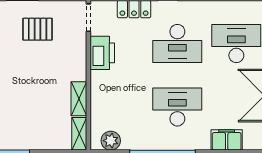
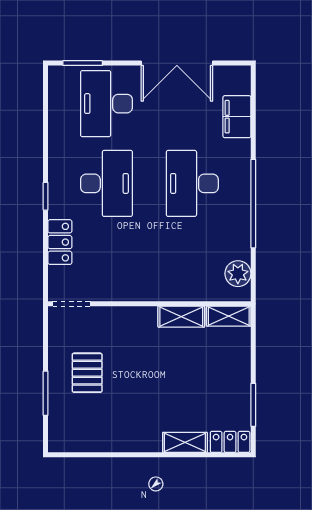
printer: (102, 53) -> (119, 285), removed

